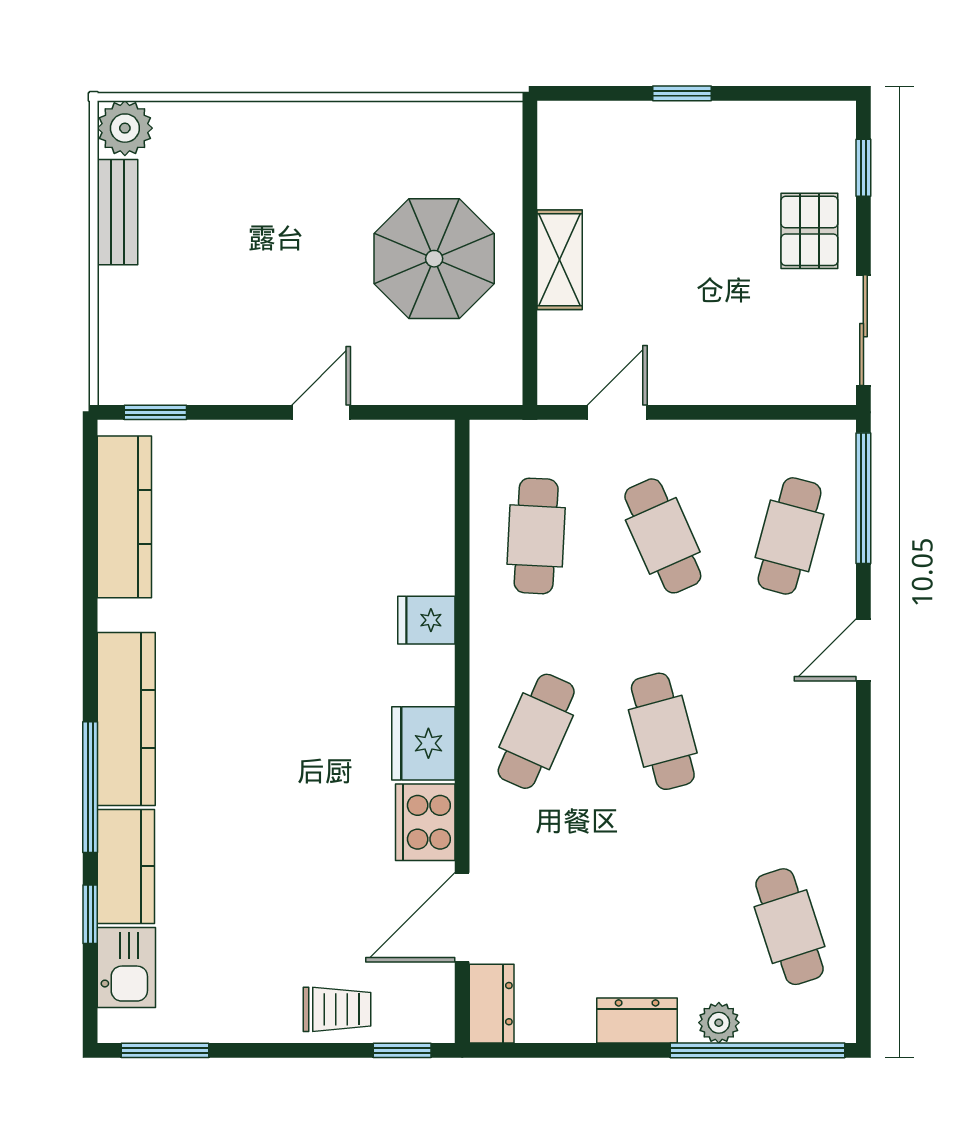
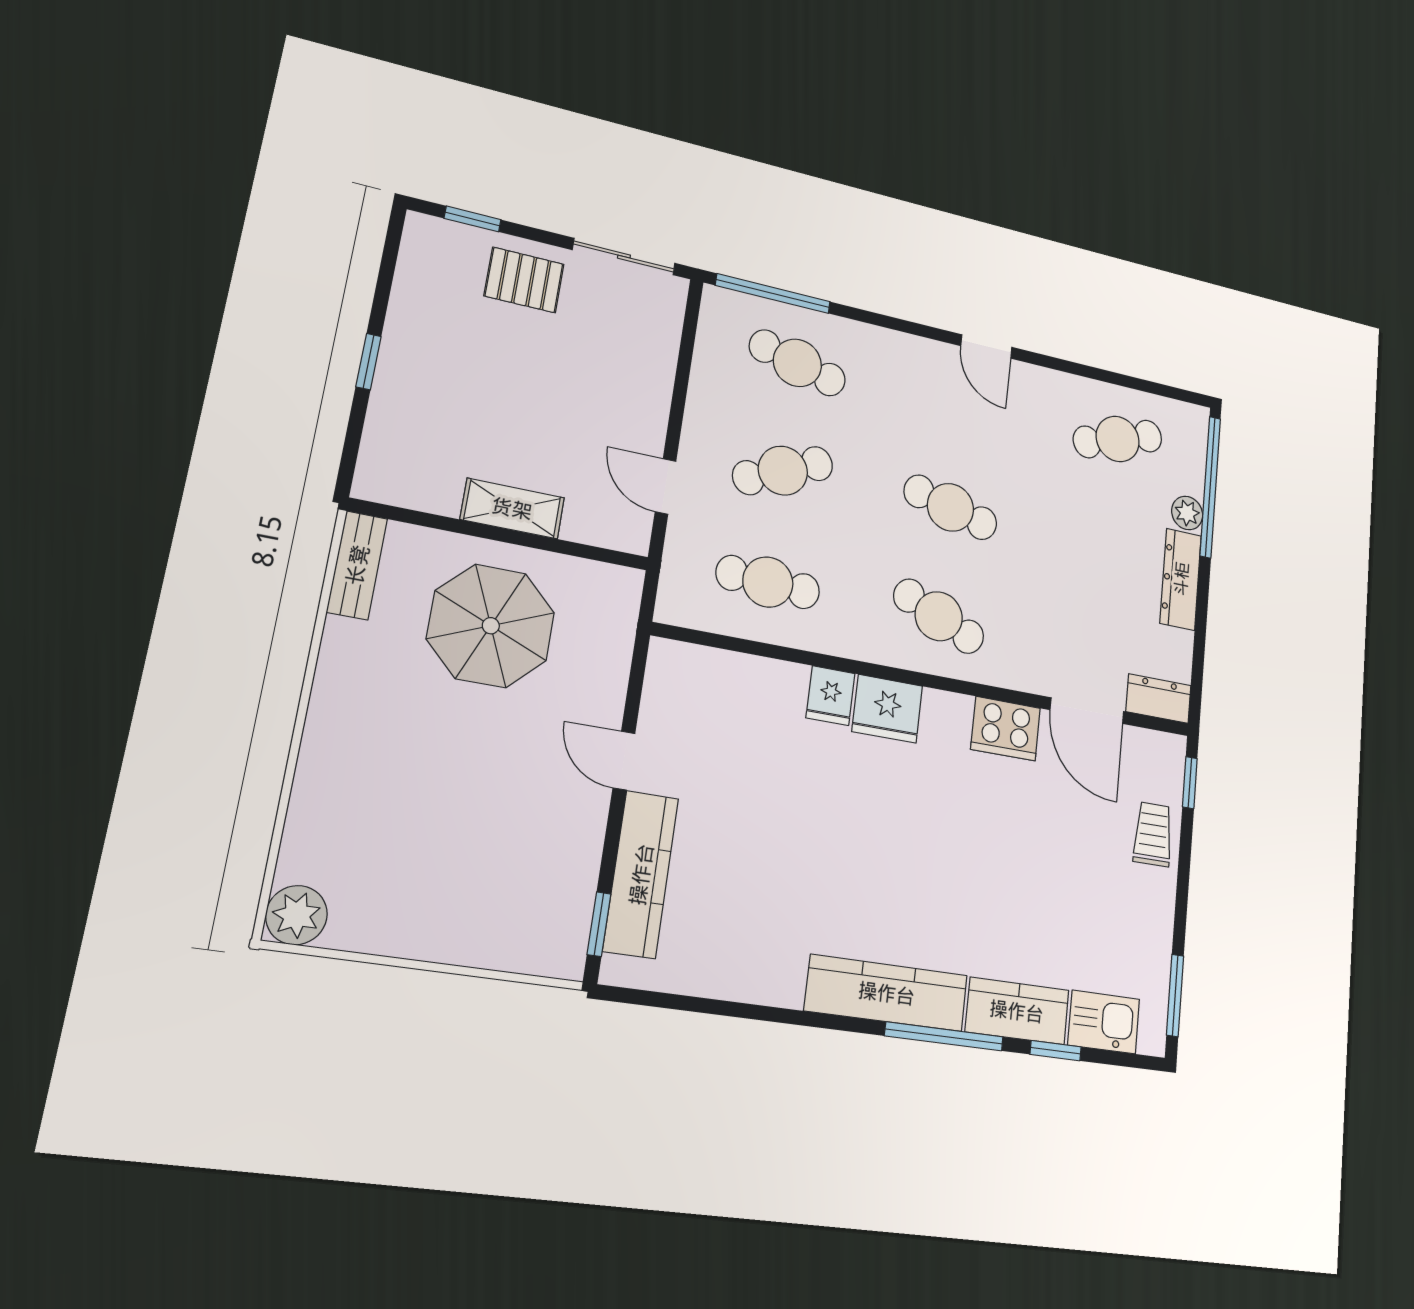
bench: (117, 212) -> (357, 565), moved, turned 90
kitchen counter: (124, 517) -> (641, 874), moved, turned 90
door: (863, 650) -> (986, 347), moved
cafe table: (663, 731) -> (950, 507), turned 30
fridge: (423, 743) -> (887, 709), moved
dresser: (637, 1020) -> (1181, 579), width x1.44

